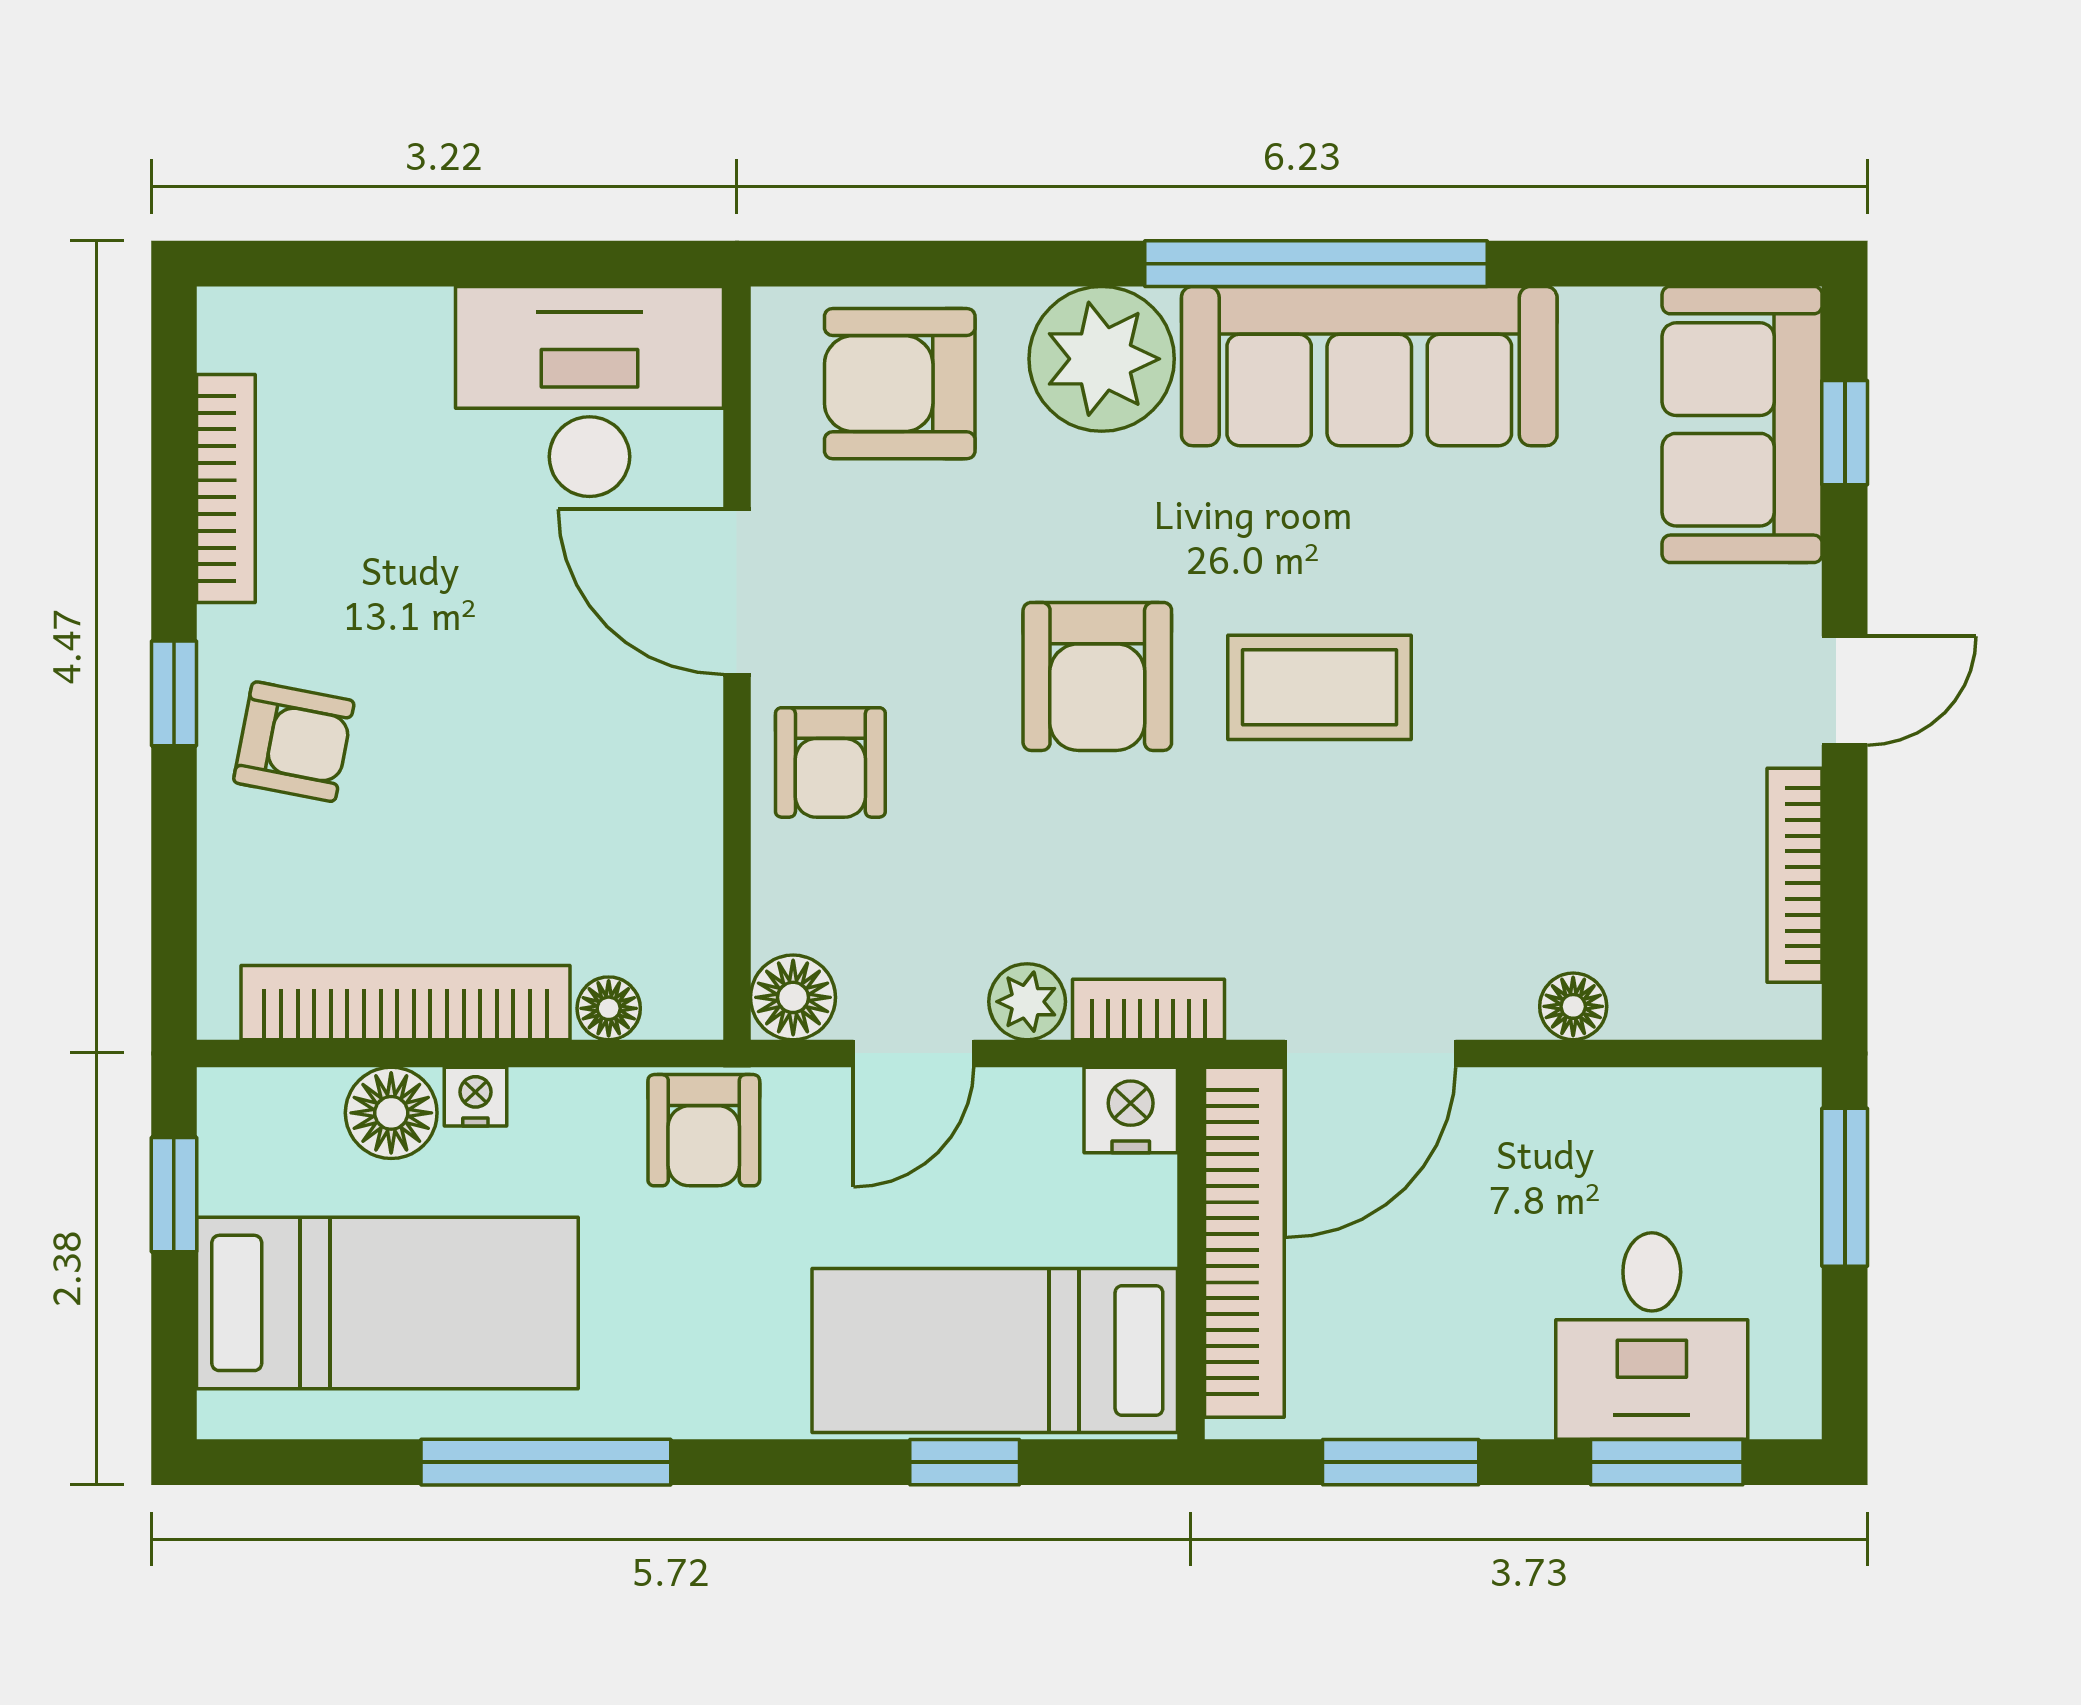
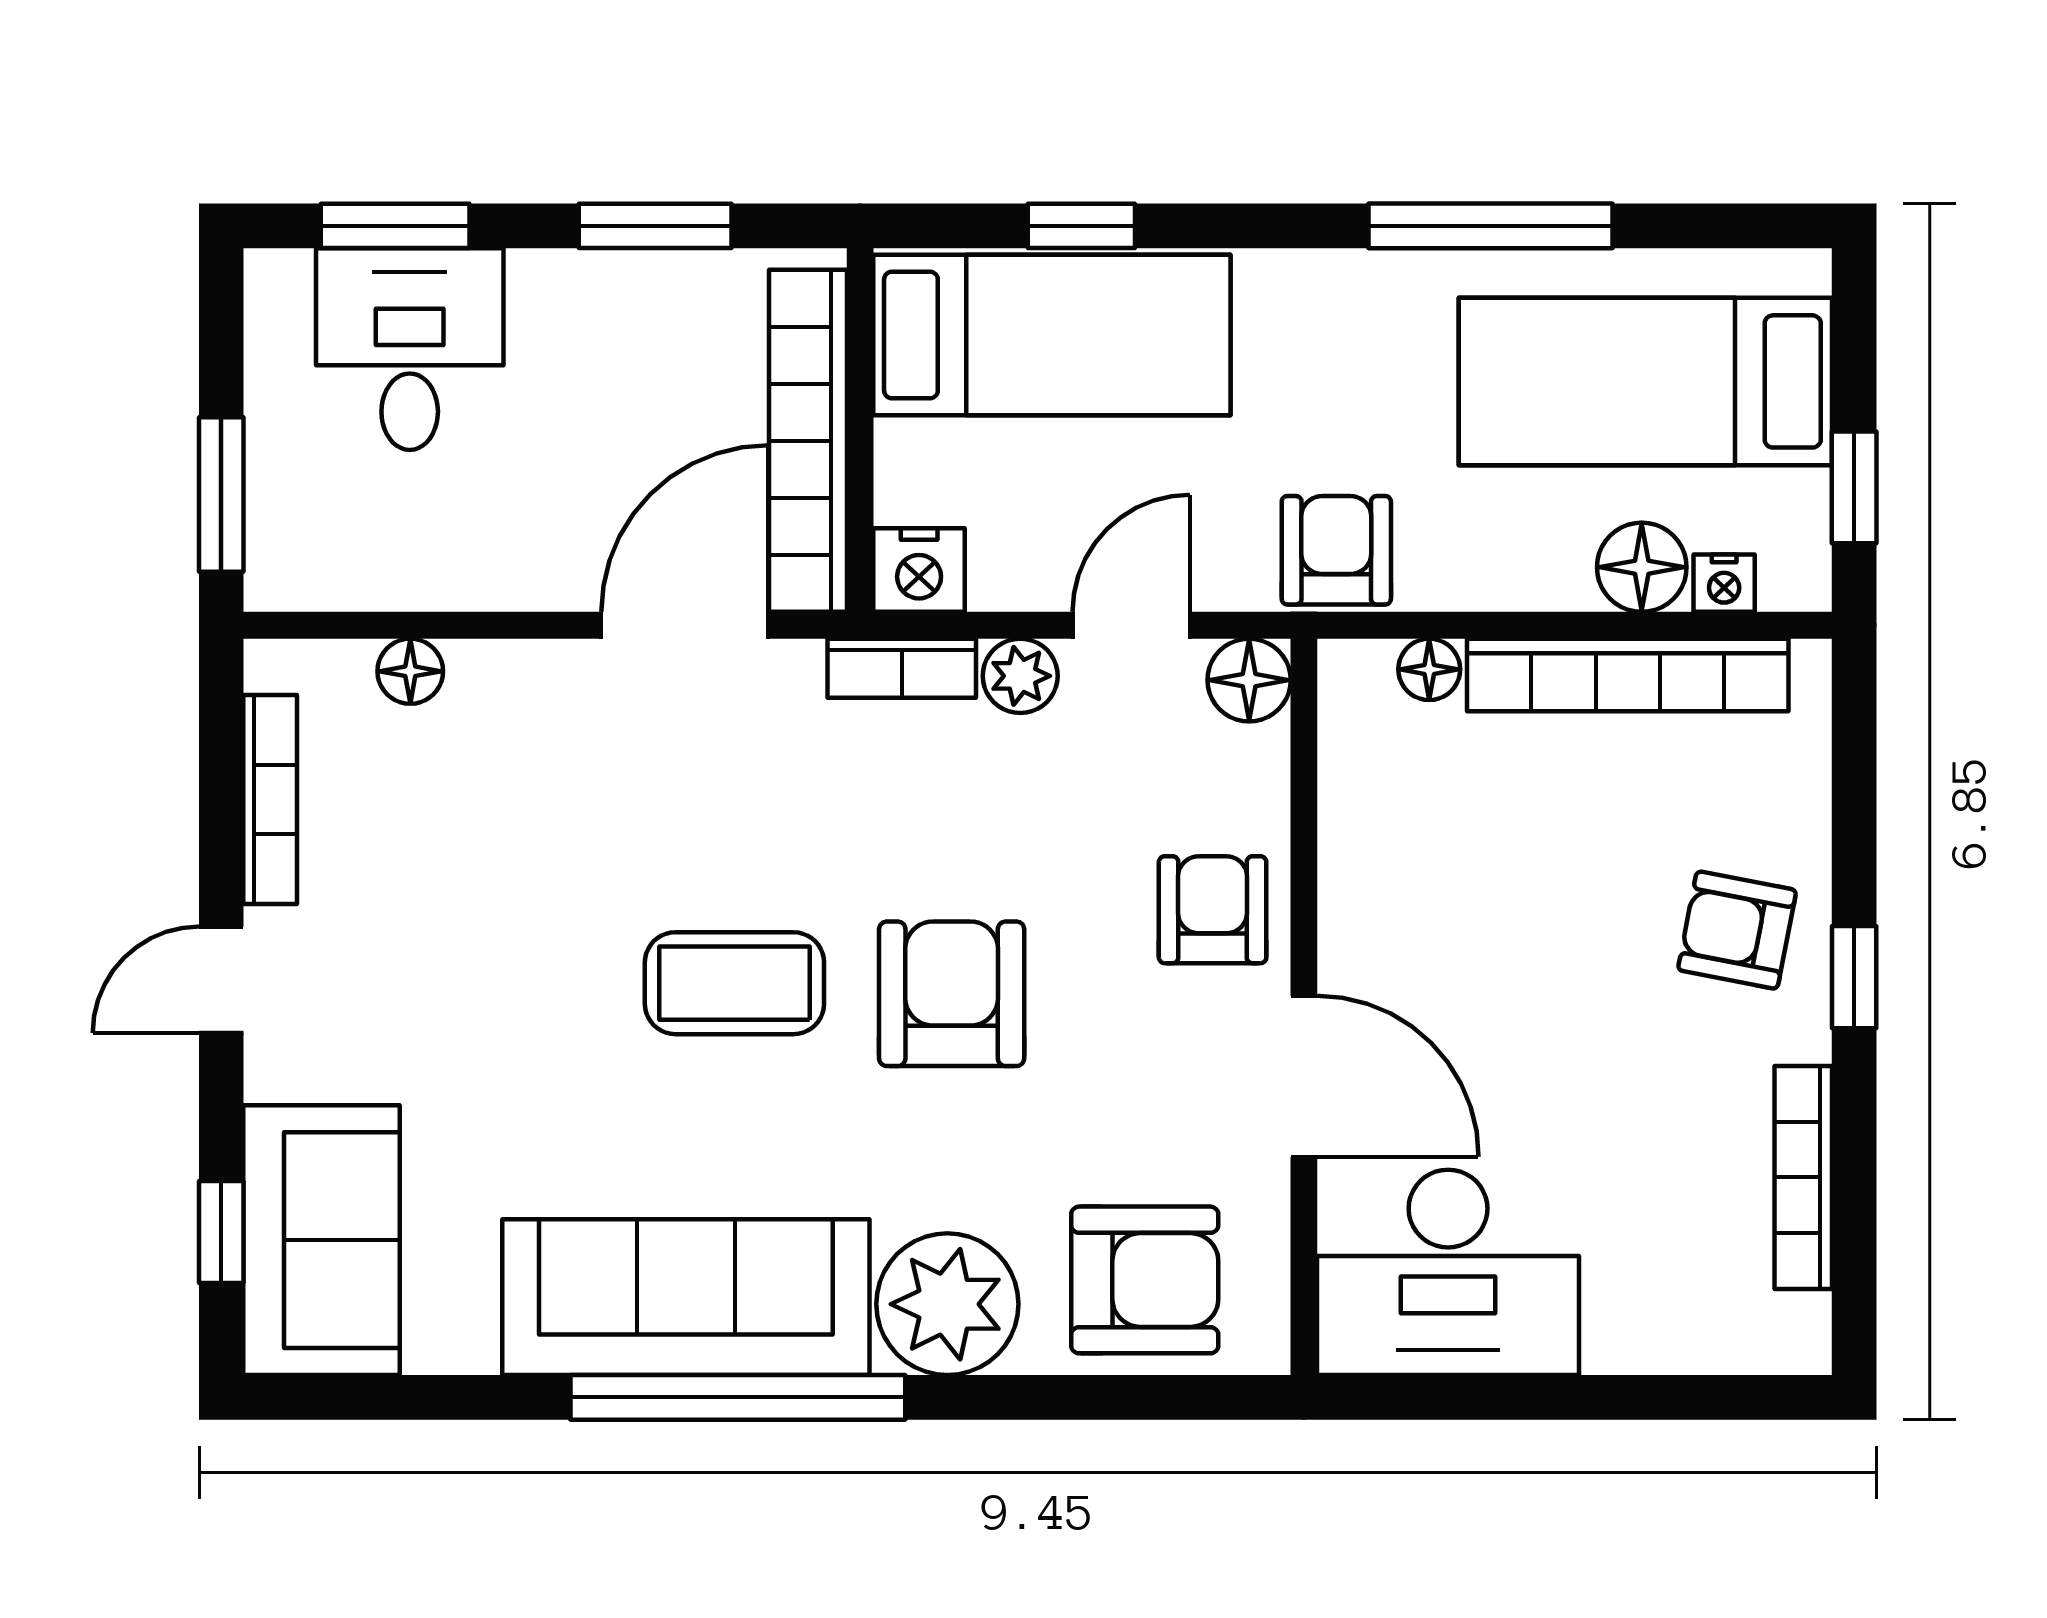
floor lamp: (1573, 1006) -> (410, 671), moved
nightstand: (475, 1097) -> (1724, 583), moved

